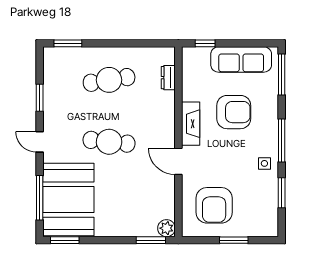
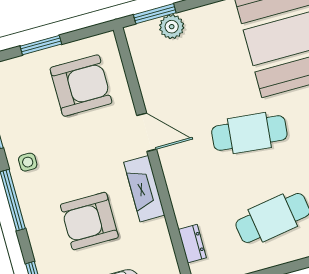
armchair: (214, 205) -> (81, 86), turned 90
plant: (166, 228) -> (172, 27), moved

